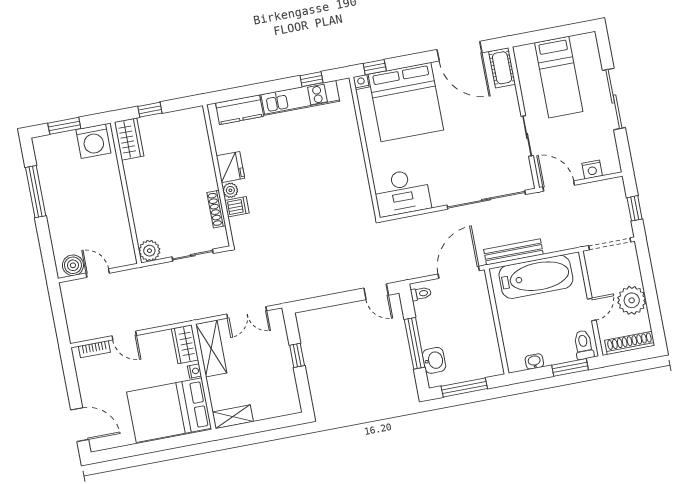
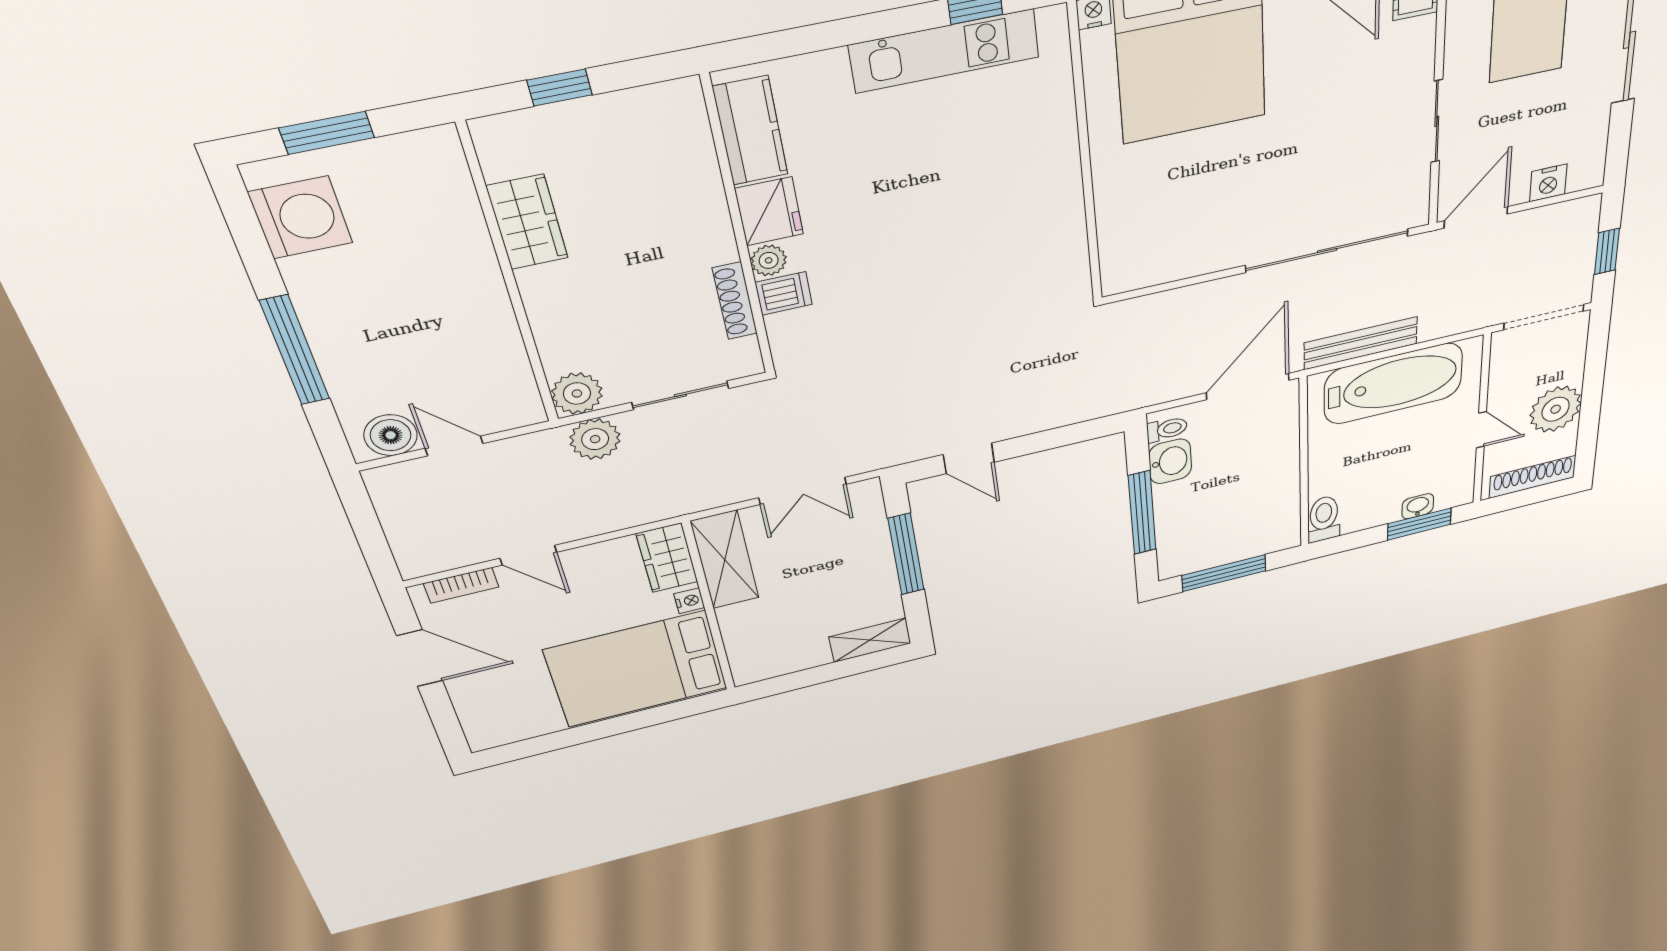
kitchen counter: (240, 110) -> (751, 131), moved, turned -90
wardrobe: (129, 139) -> (527, 222), moved
washing machine: (93, 141) -> (301, 217), moved, turned -90
door: (559, 186) -> (1476, 217), hinge flipped
window: (36, 192) -> (295, 350), moved
desk: (402, 193) -> (1155, 246), removed
plant: (156, 275) -> (595, 439), added
door: (376, 292) -> (969, 458), moved
door: (592, 309) -> (1481, 430), hinge flipped
toilet: (584, 345) -> (1324, 519), moved
window: (297, 355) -> (906, 554), width x2.17
washbasin: (434, 360) -> (1170, 461), moved
washbasin: (534, 361) -> (1418, 506), moved
shelving: (233, 417) -> (870, 640), moved
door: (80, 425) -> (420, 658), moved

